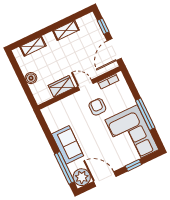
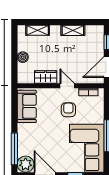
sofa: (68, 145) -> (27, 106), moved

